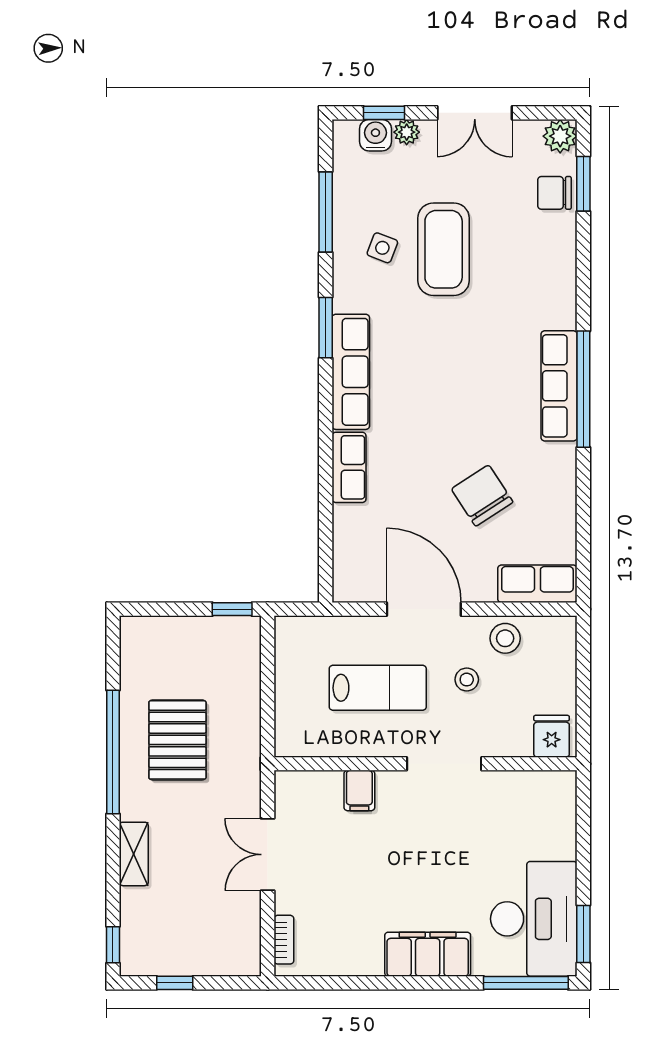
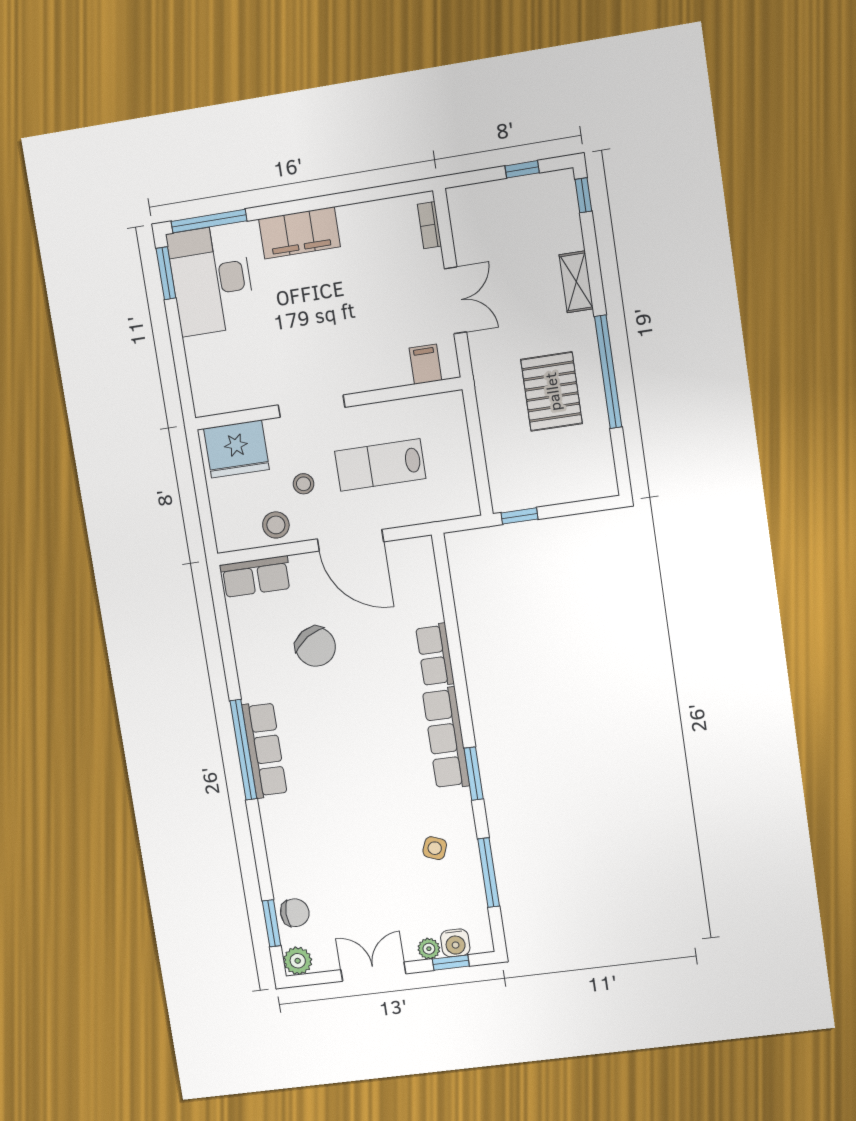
coffee table: (444, 249) -> (382, 853), removed
fridge: (552, 736) -> (237, 449), width x1.88, depth x1.34
filing cabinet: (359, 791) -> (425, 364), moved

